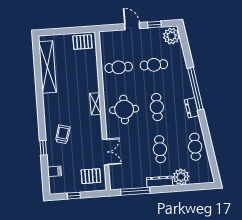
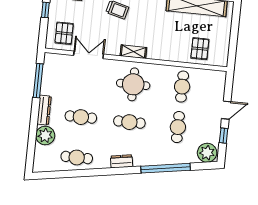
pallet: (82, 42) -> (200, 49), moved
window: (195, 89) -> (166, 168), moved
shelving: (95, 104) -> (133, 52), moved
double door: (106, 152) -> (89, 55), swing flipped

